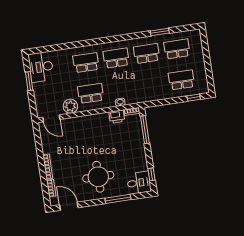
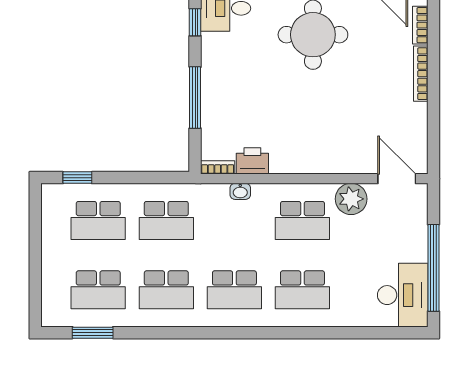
window: (160, 32) -> (93, 333), moved
window: (29, 81) -> (433, 268), width x2.11
school desk: (151, 84) -> (166, 220), added
window: (145, 130) -> (195, 98), moved

